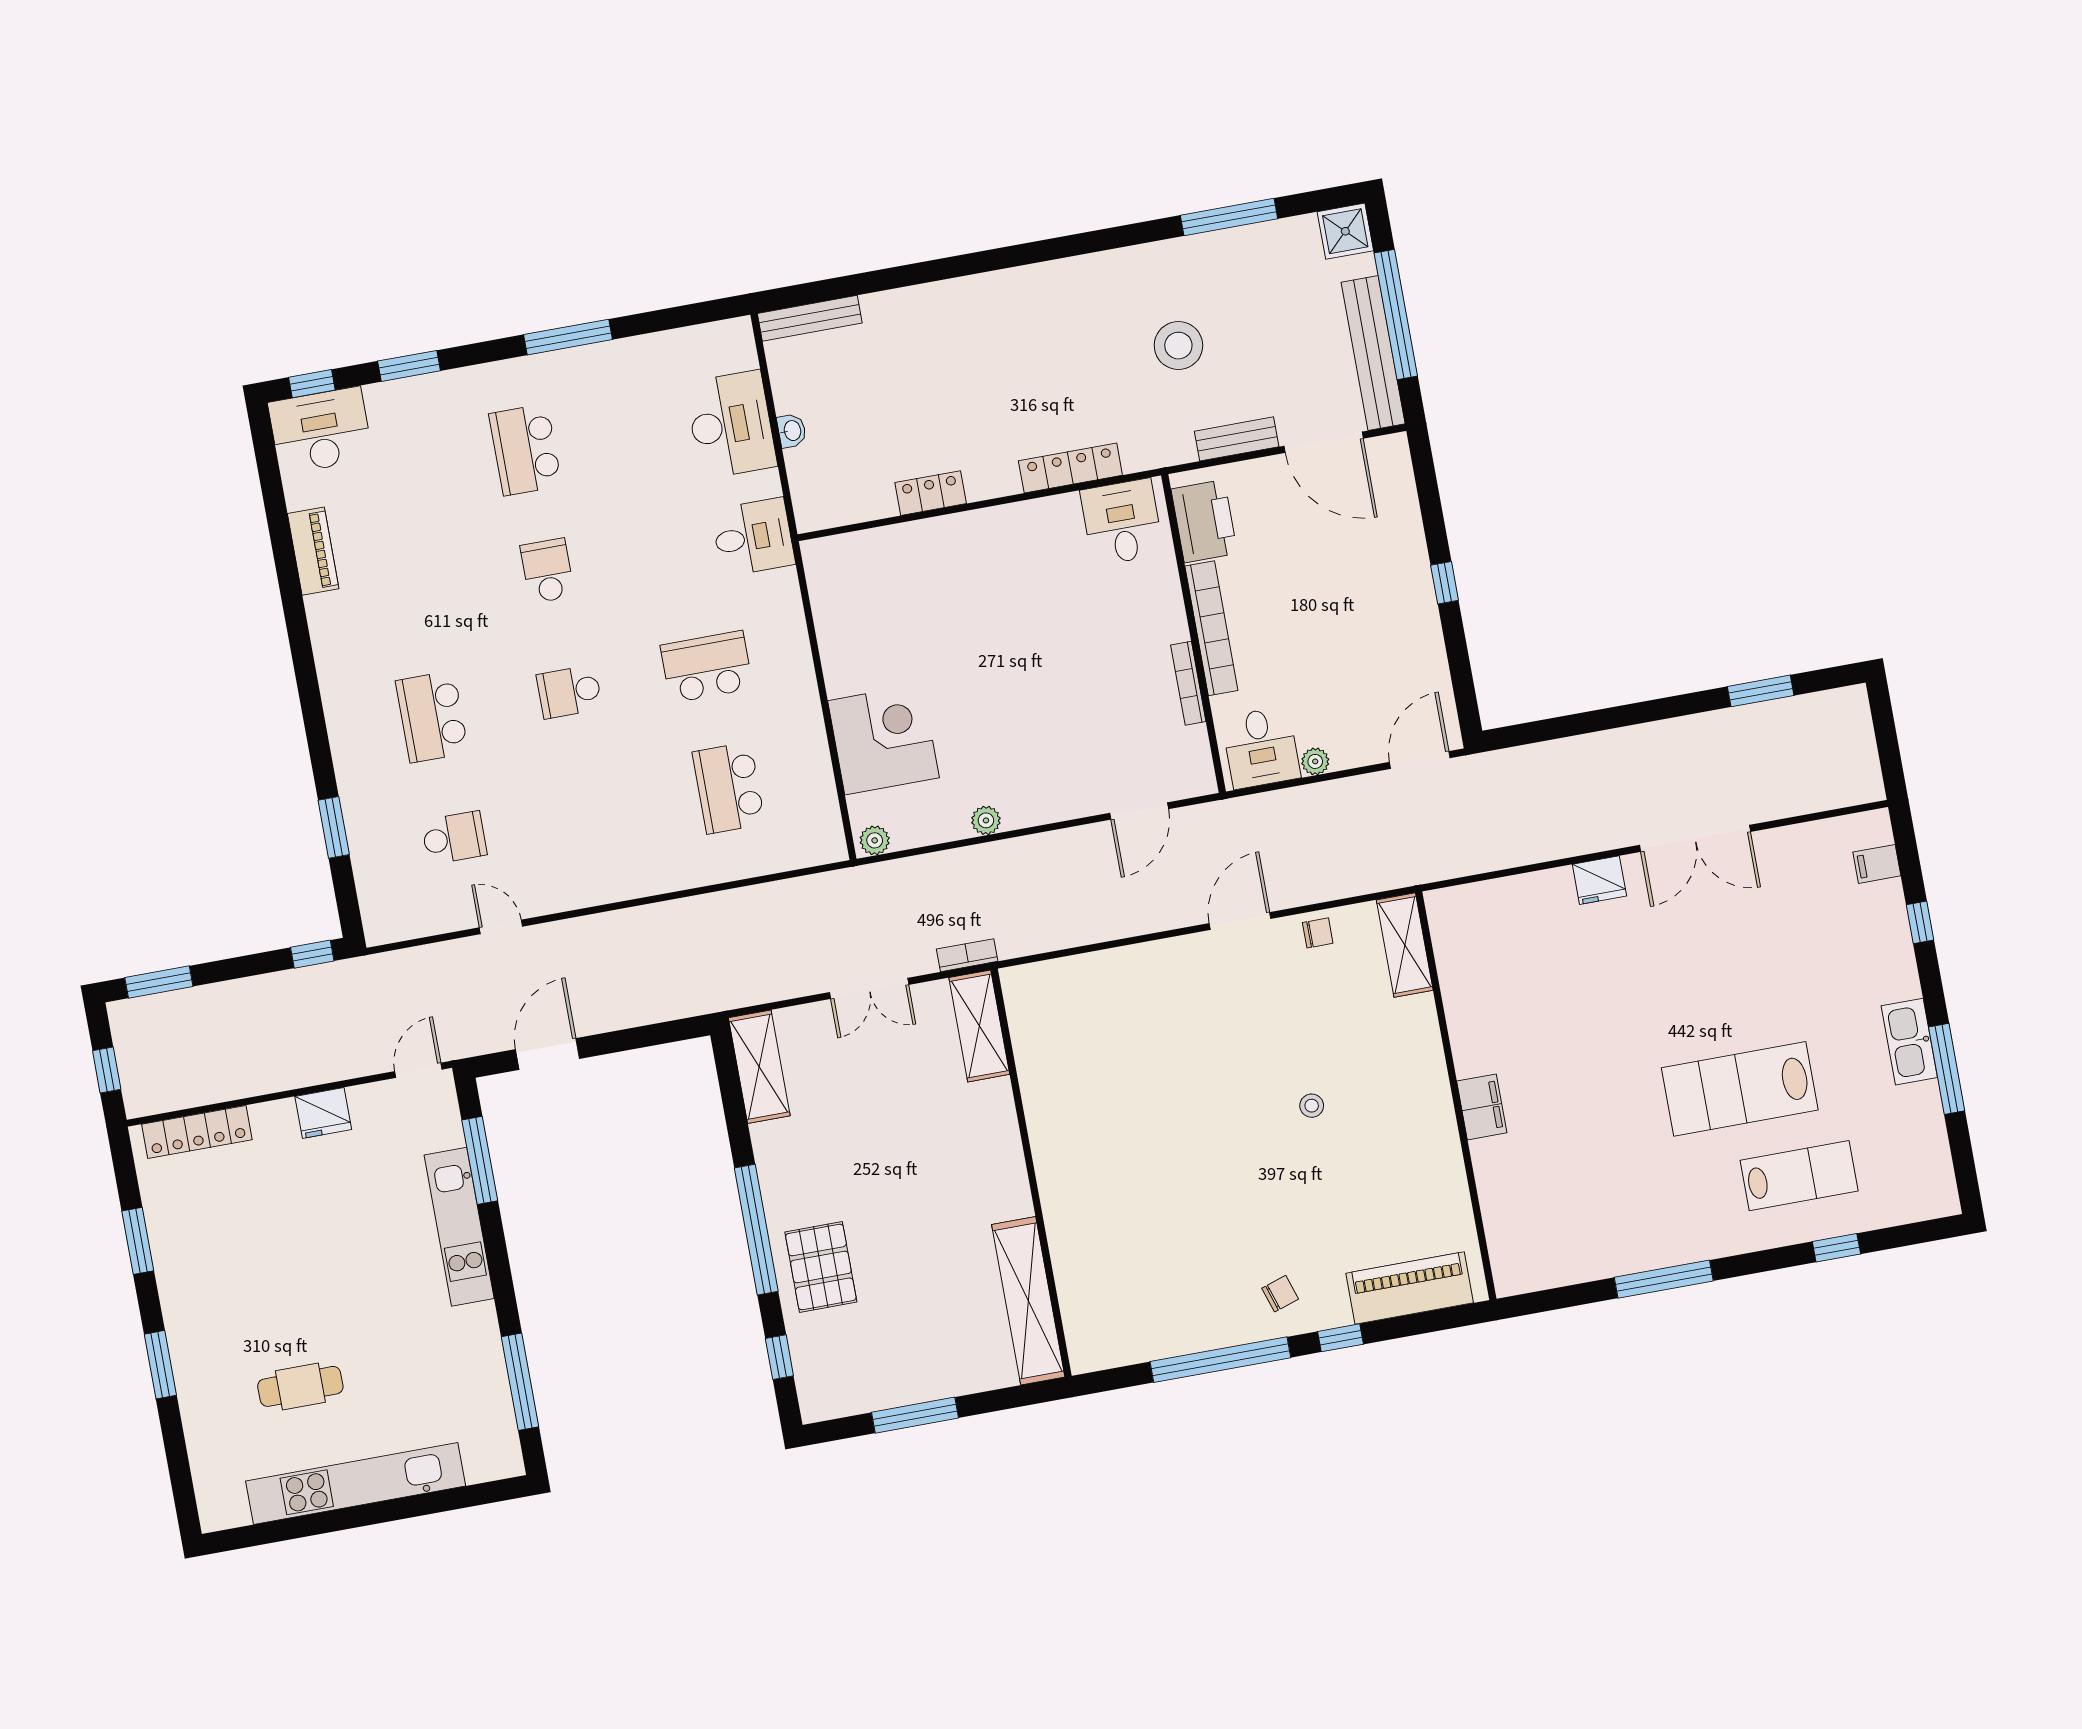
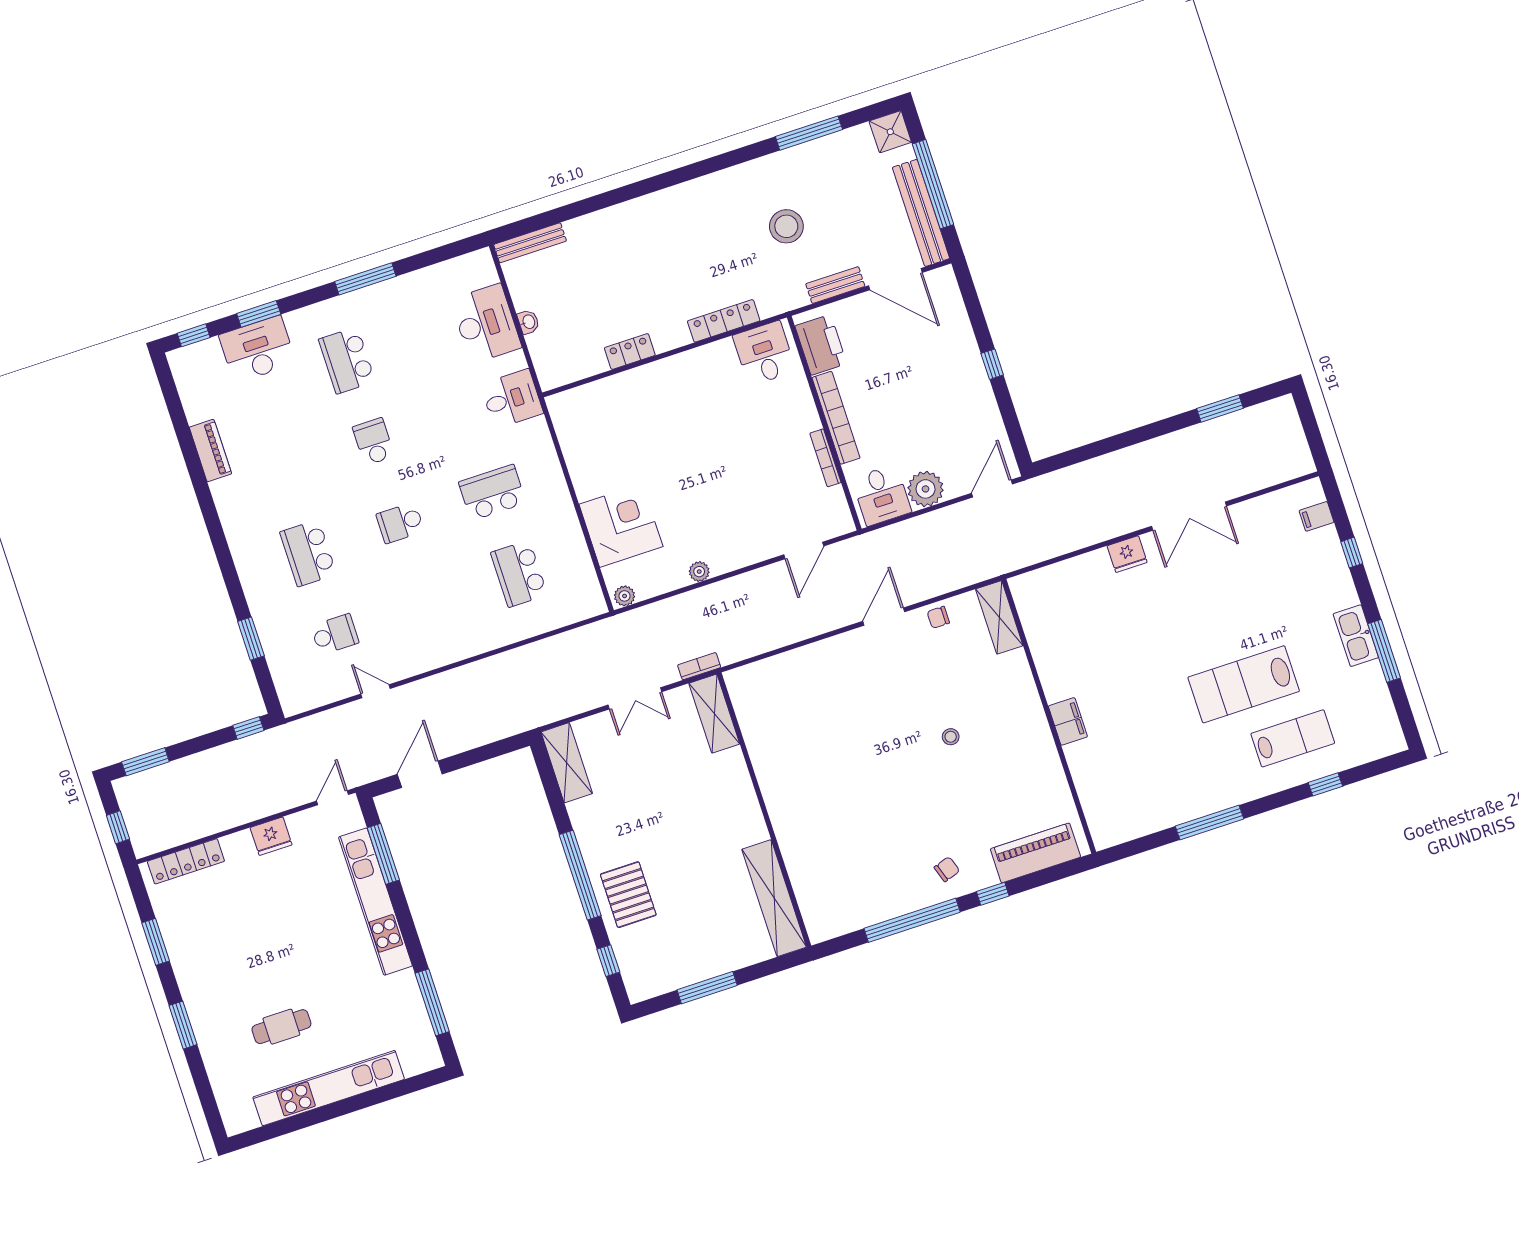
desk: (320, 431) -> (257, 349), moved
plant: (1315, 761) -> (926, 489), width x1.88, depth x1.88
chair: (1318, 933) -> (938, 617), turned 180
kitchen unit: (459, 1227) -> (375, 902), width x1.36

